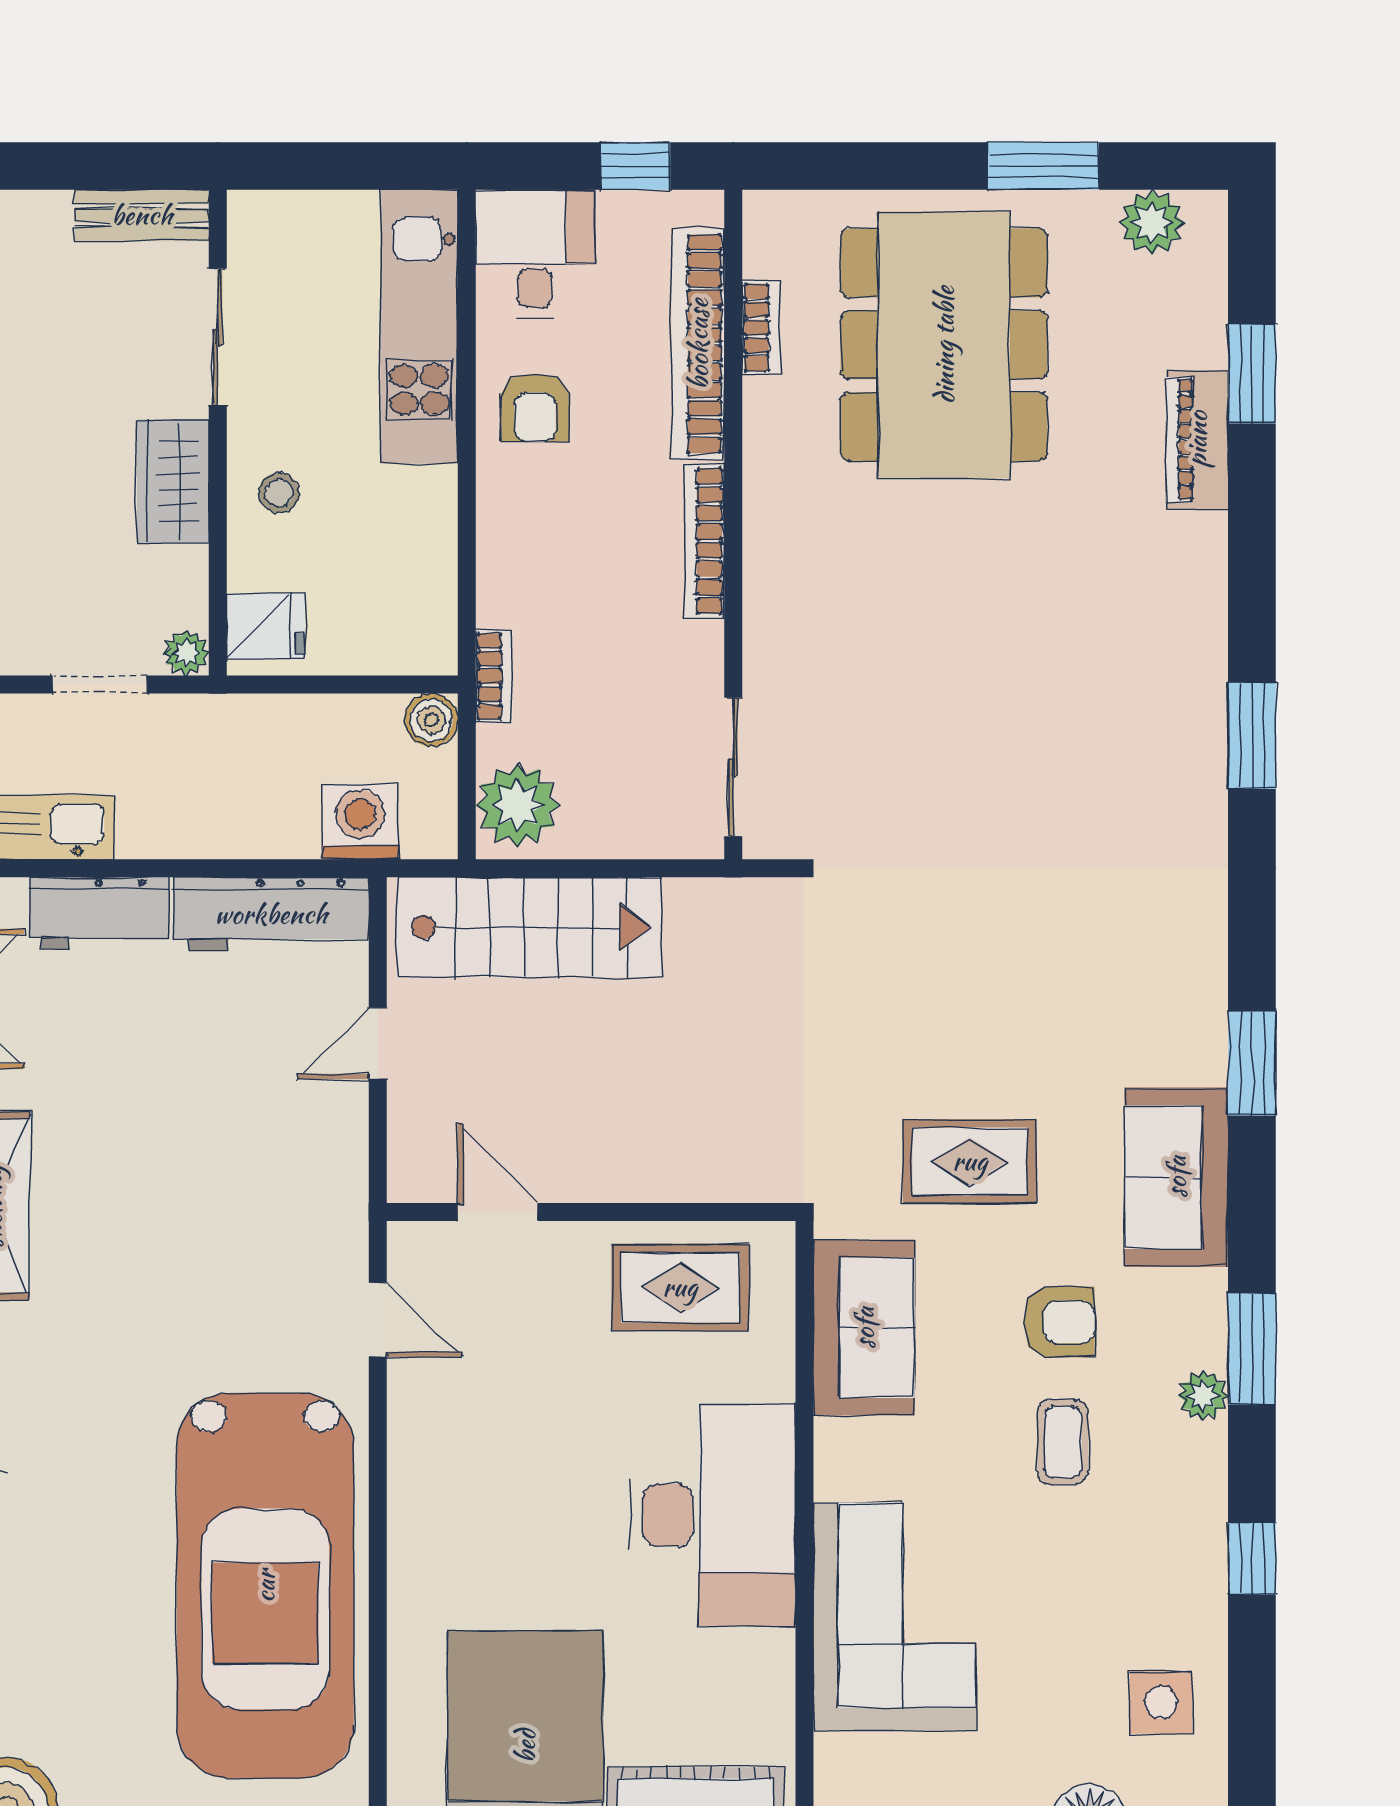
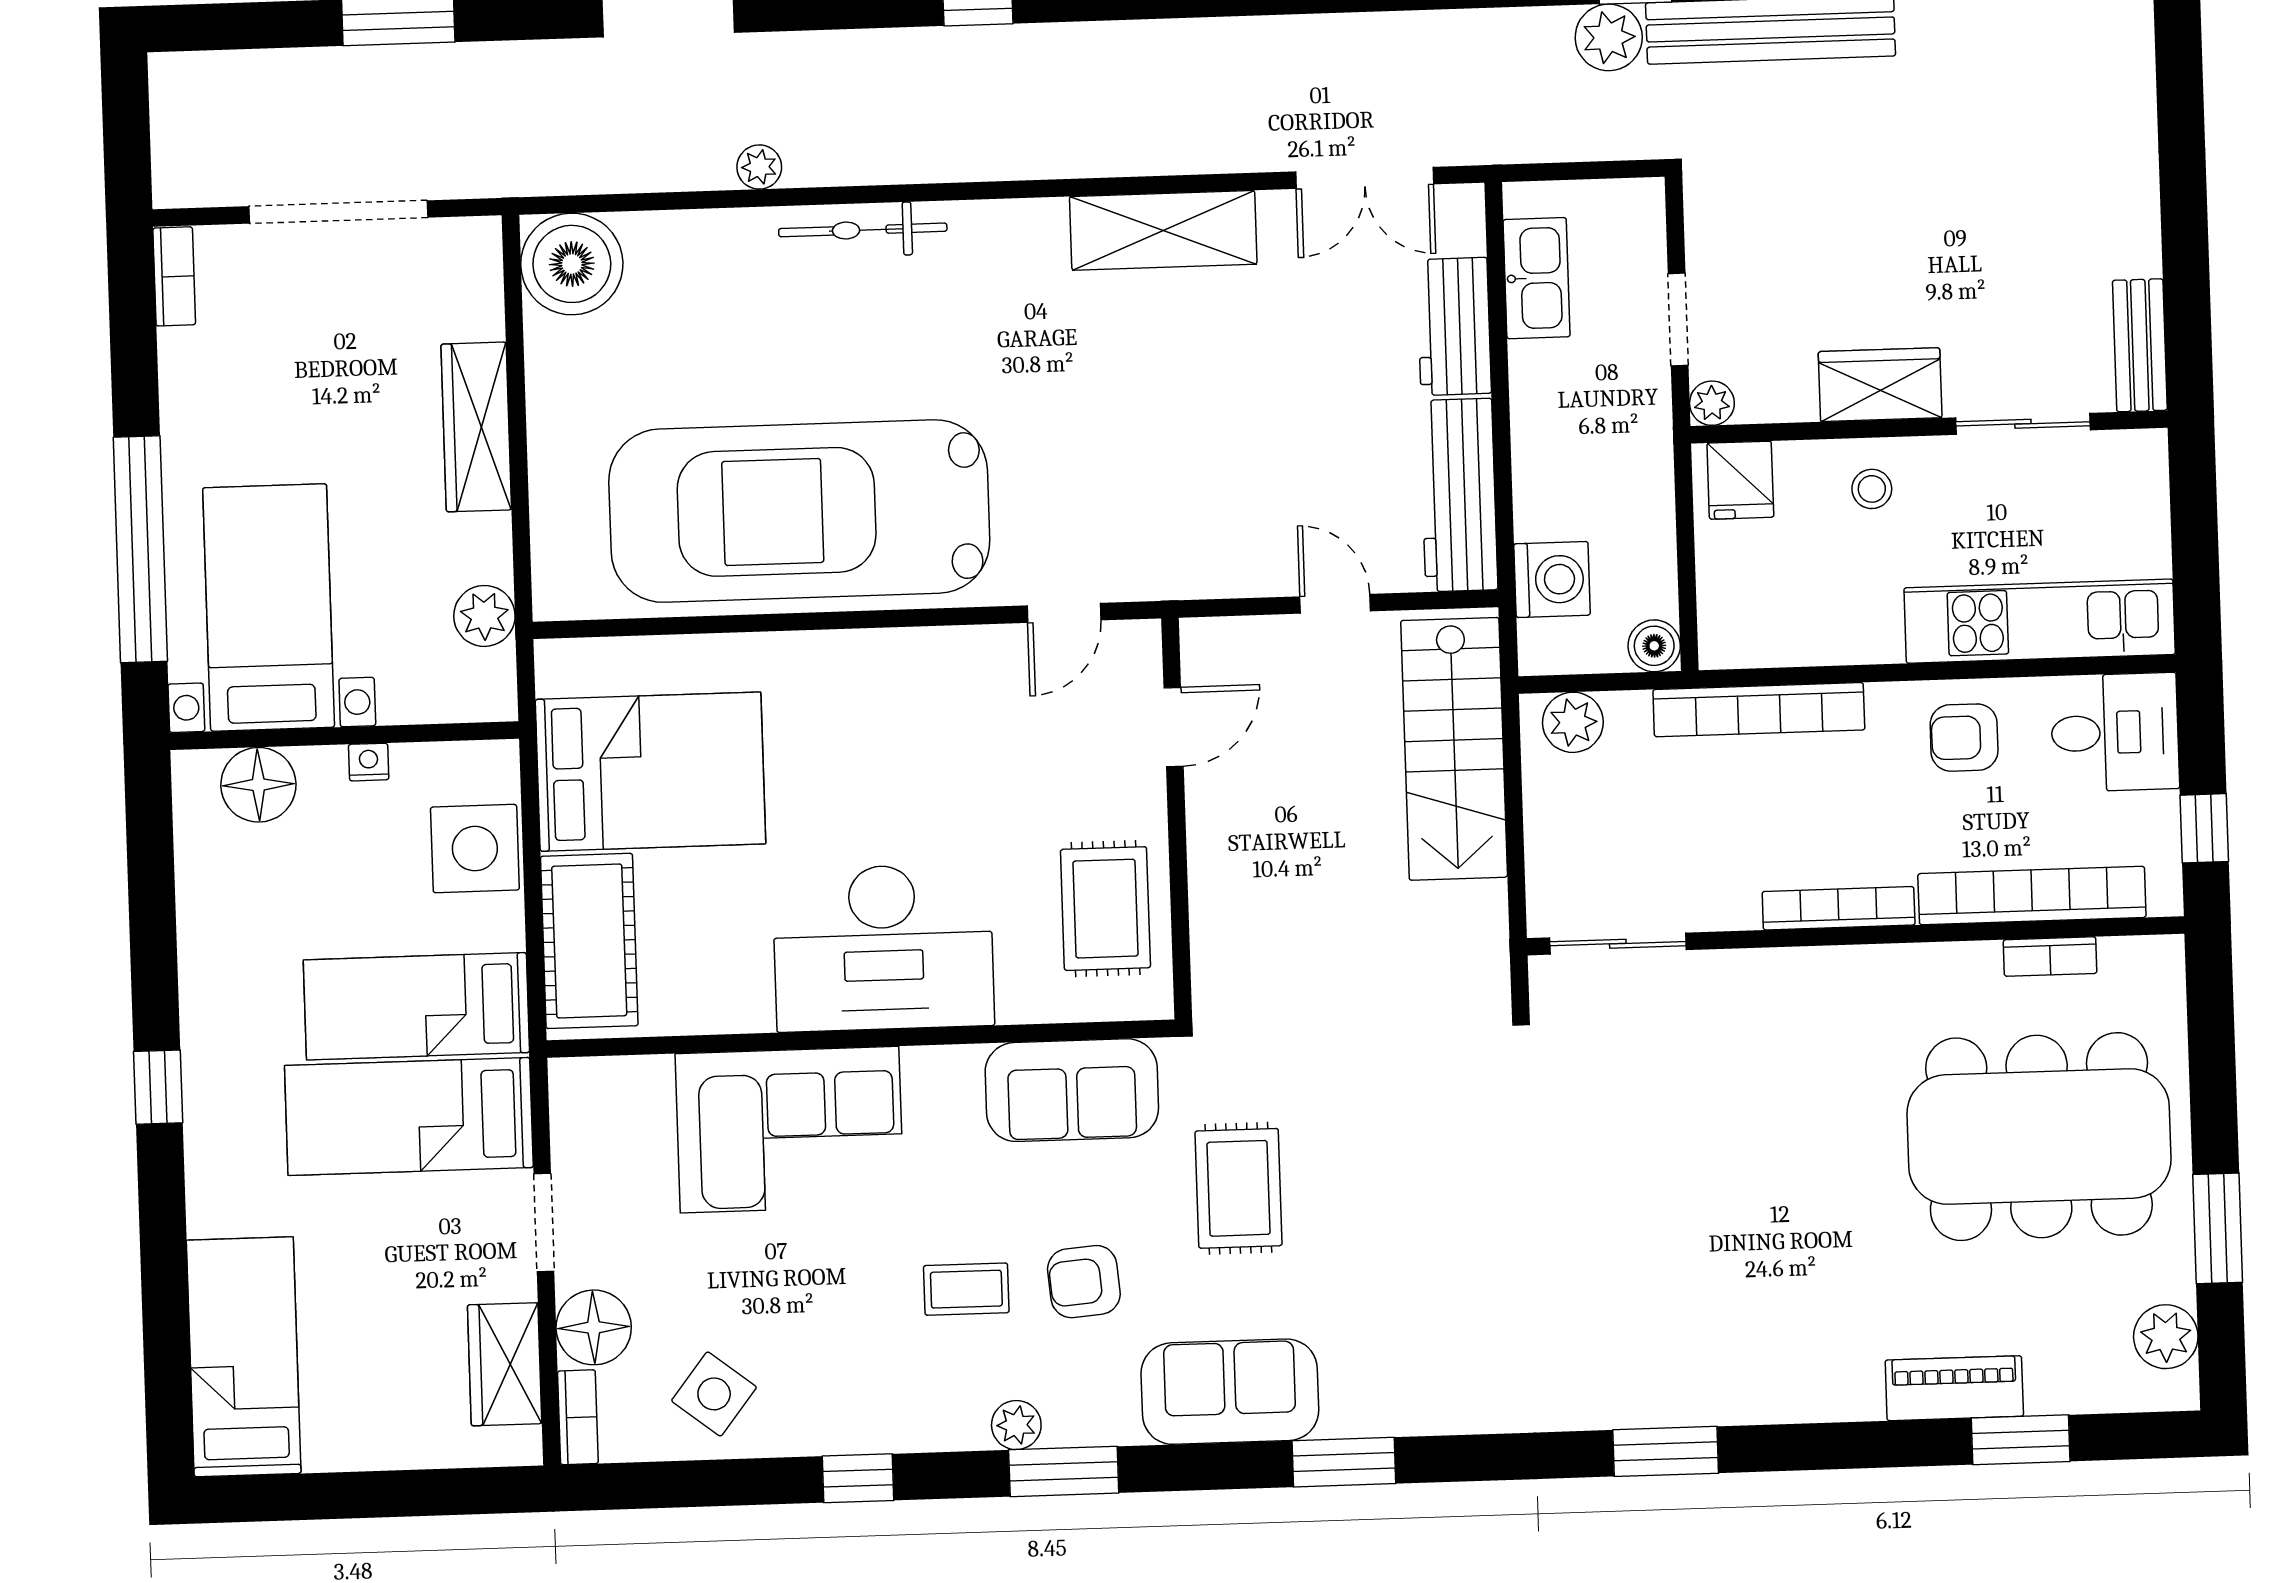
bookcase: (494, 676) -> (1759, 710), width x2.31, depth x1.31
plant: (518, 805) -> (1573, 722), width x0.73, depth x0.73
armchair: (1059, 1322) -> (1084, 1282), turned 85
side table: (1161, 1702) -> (714, 1394), turned 38

